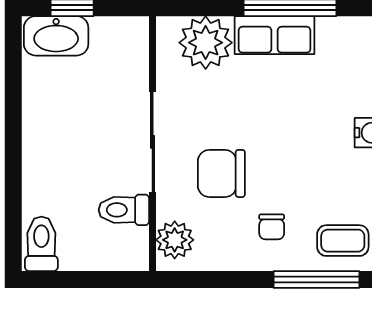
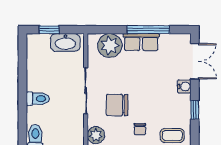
washbasin: (56, 36) -> (65, 42), moved
toilet: (124, 210) -> (38, 99), moved, turned 180

